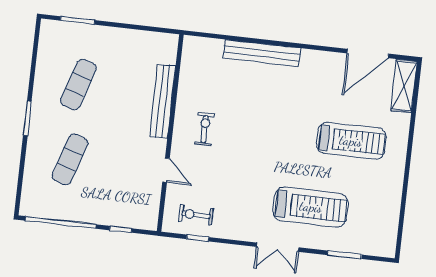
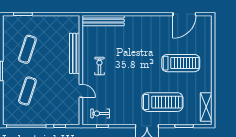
bench: (262, 53) -> (103, 21), moved
shelving: (404, 86) -> (206, 107), moved

